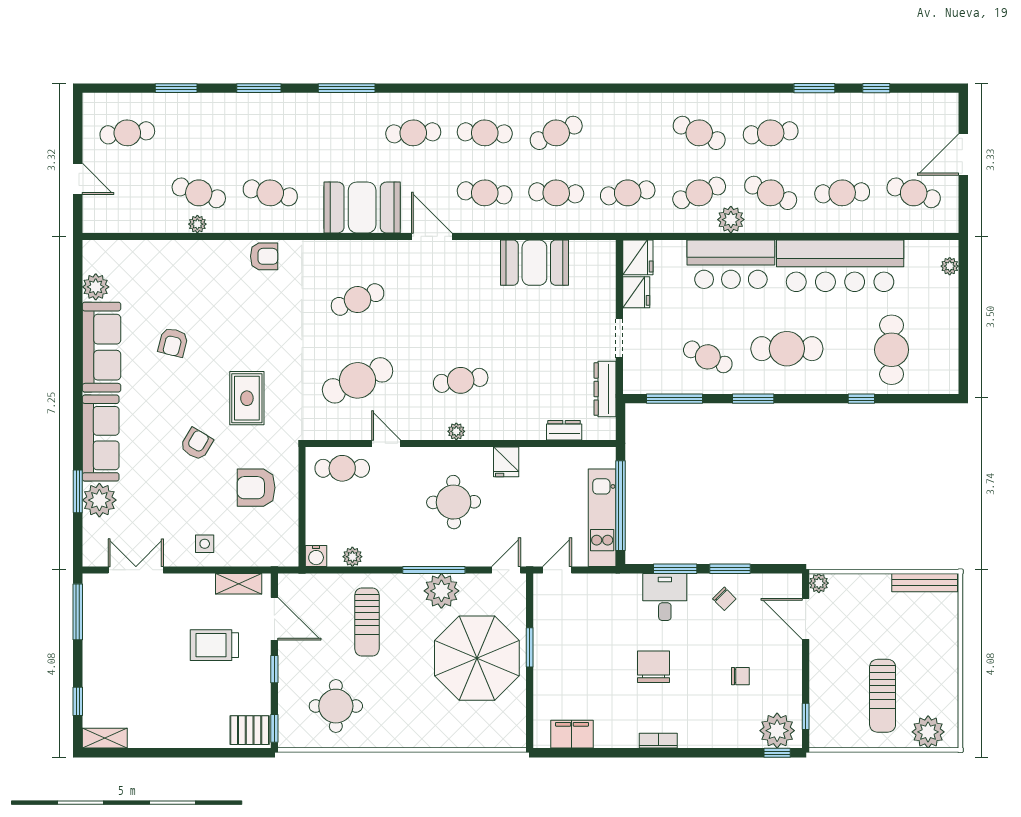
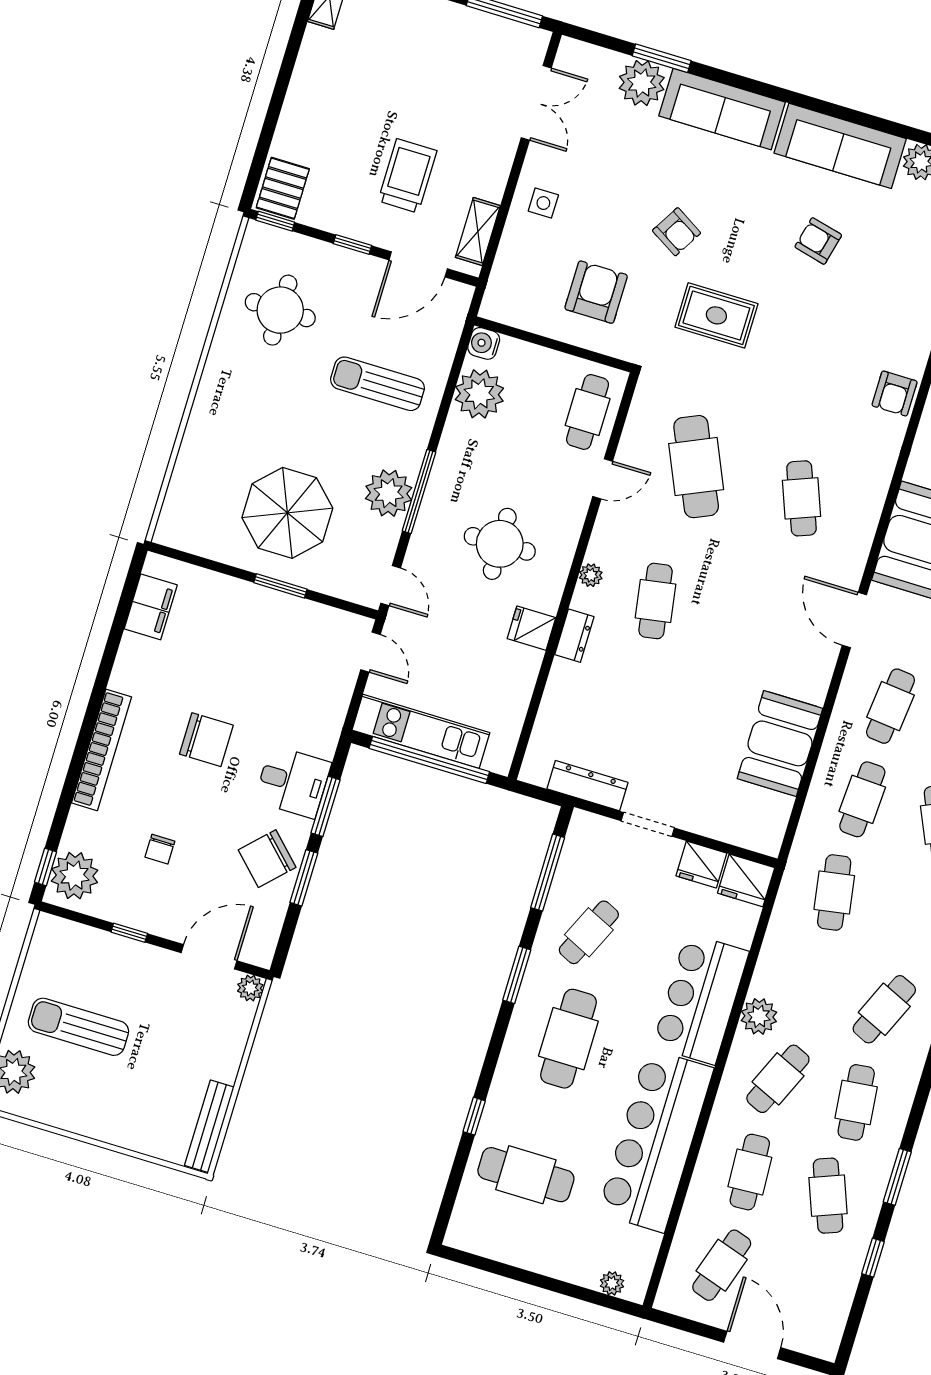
cafe table: (699, 193) -> (828, 1196), moved
door: (432, 236) -> (854, 620), swing flipped
dresser: (564, 430) -> (574, 636), moved
plant: (352, 557) -> (479, 394), width x1.88, depth x1.88
chair: (724, 599) -> (267, 859), width x1.87, depth x1.87
parasol: (477, 658) -> (287, 513), width x0.73, depth x0.73
window: (806, 716) -> (129, 933), moved
bookcase: (658, 741) -> (102, 750), width x2.31, depth x1.31

